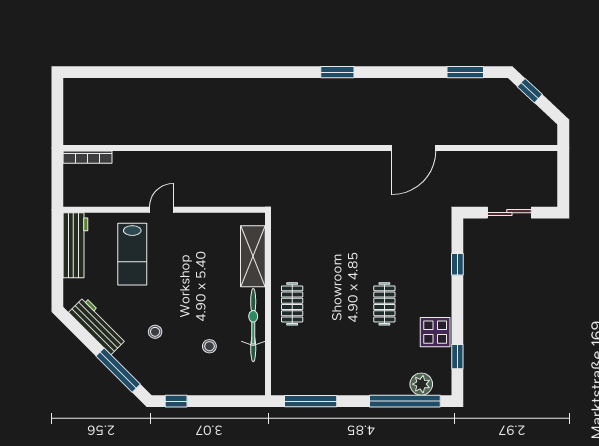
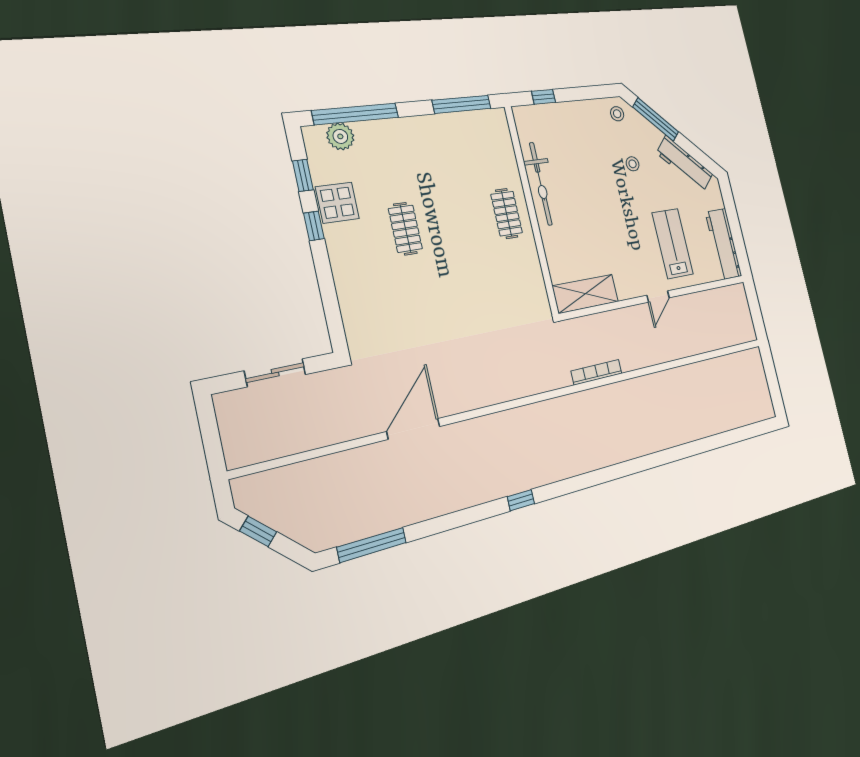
window: (337, 72) -> (521, 500), width x0.67
window: (465, 72) -> (372, 545), width x1.44
window: (530, 91) -> (258, 531), moved
bookcase: (87, 157) -> (597, 372), moved
shelving: (253, 256) -> (585, 294), moved, turned 90
window: (457, 264) -> (314, 226), moved
stool: (209, 346) -> (617, 114), moved
window: (176, 401) -> (544, 97), moved

